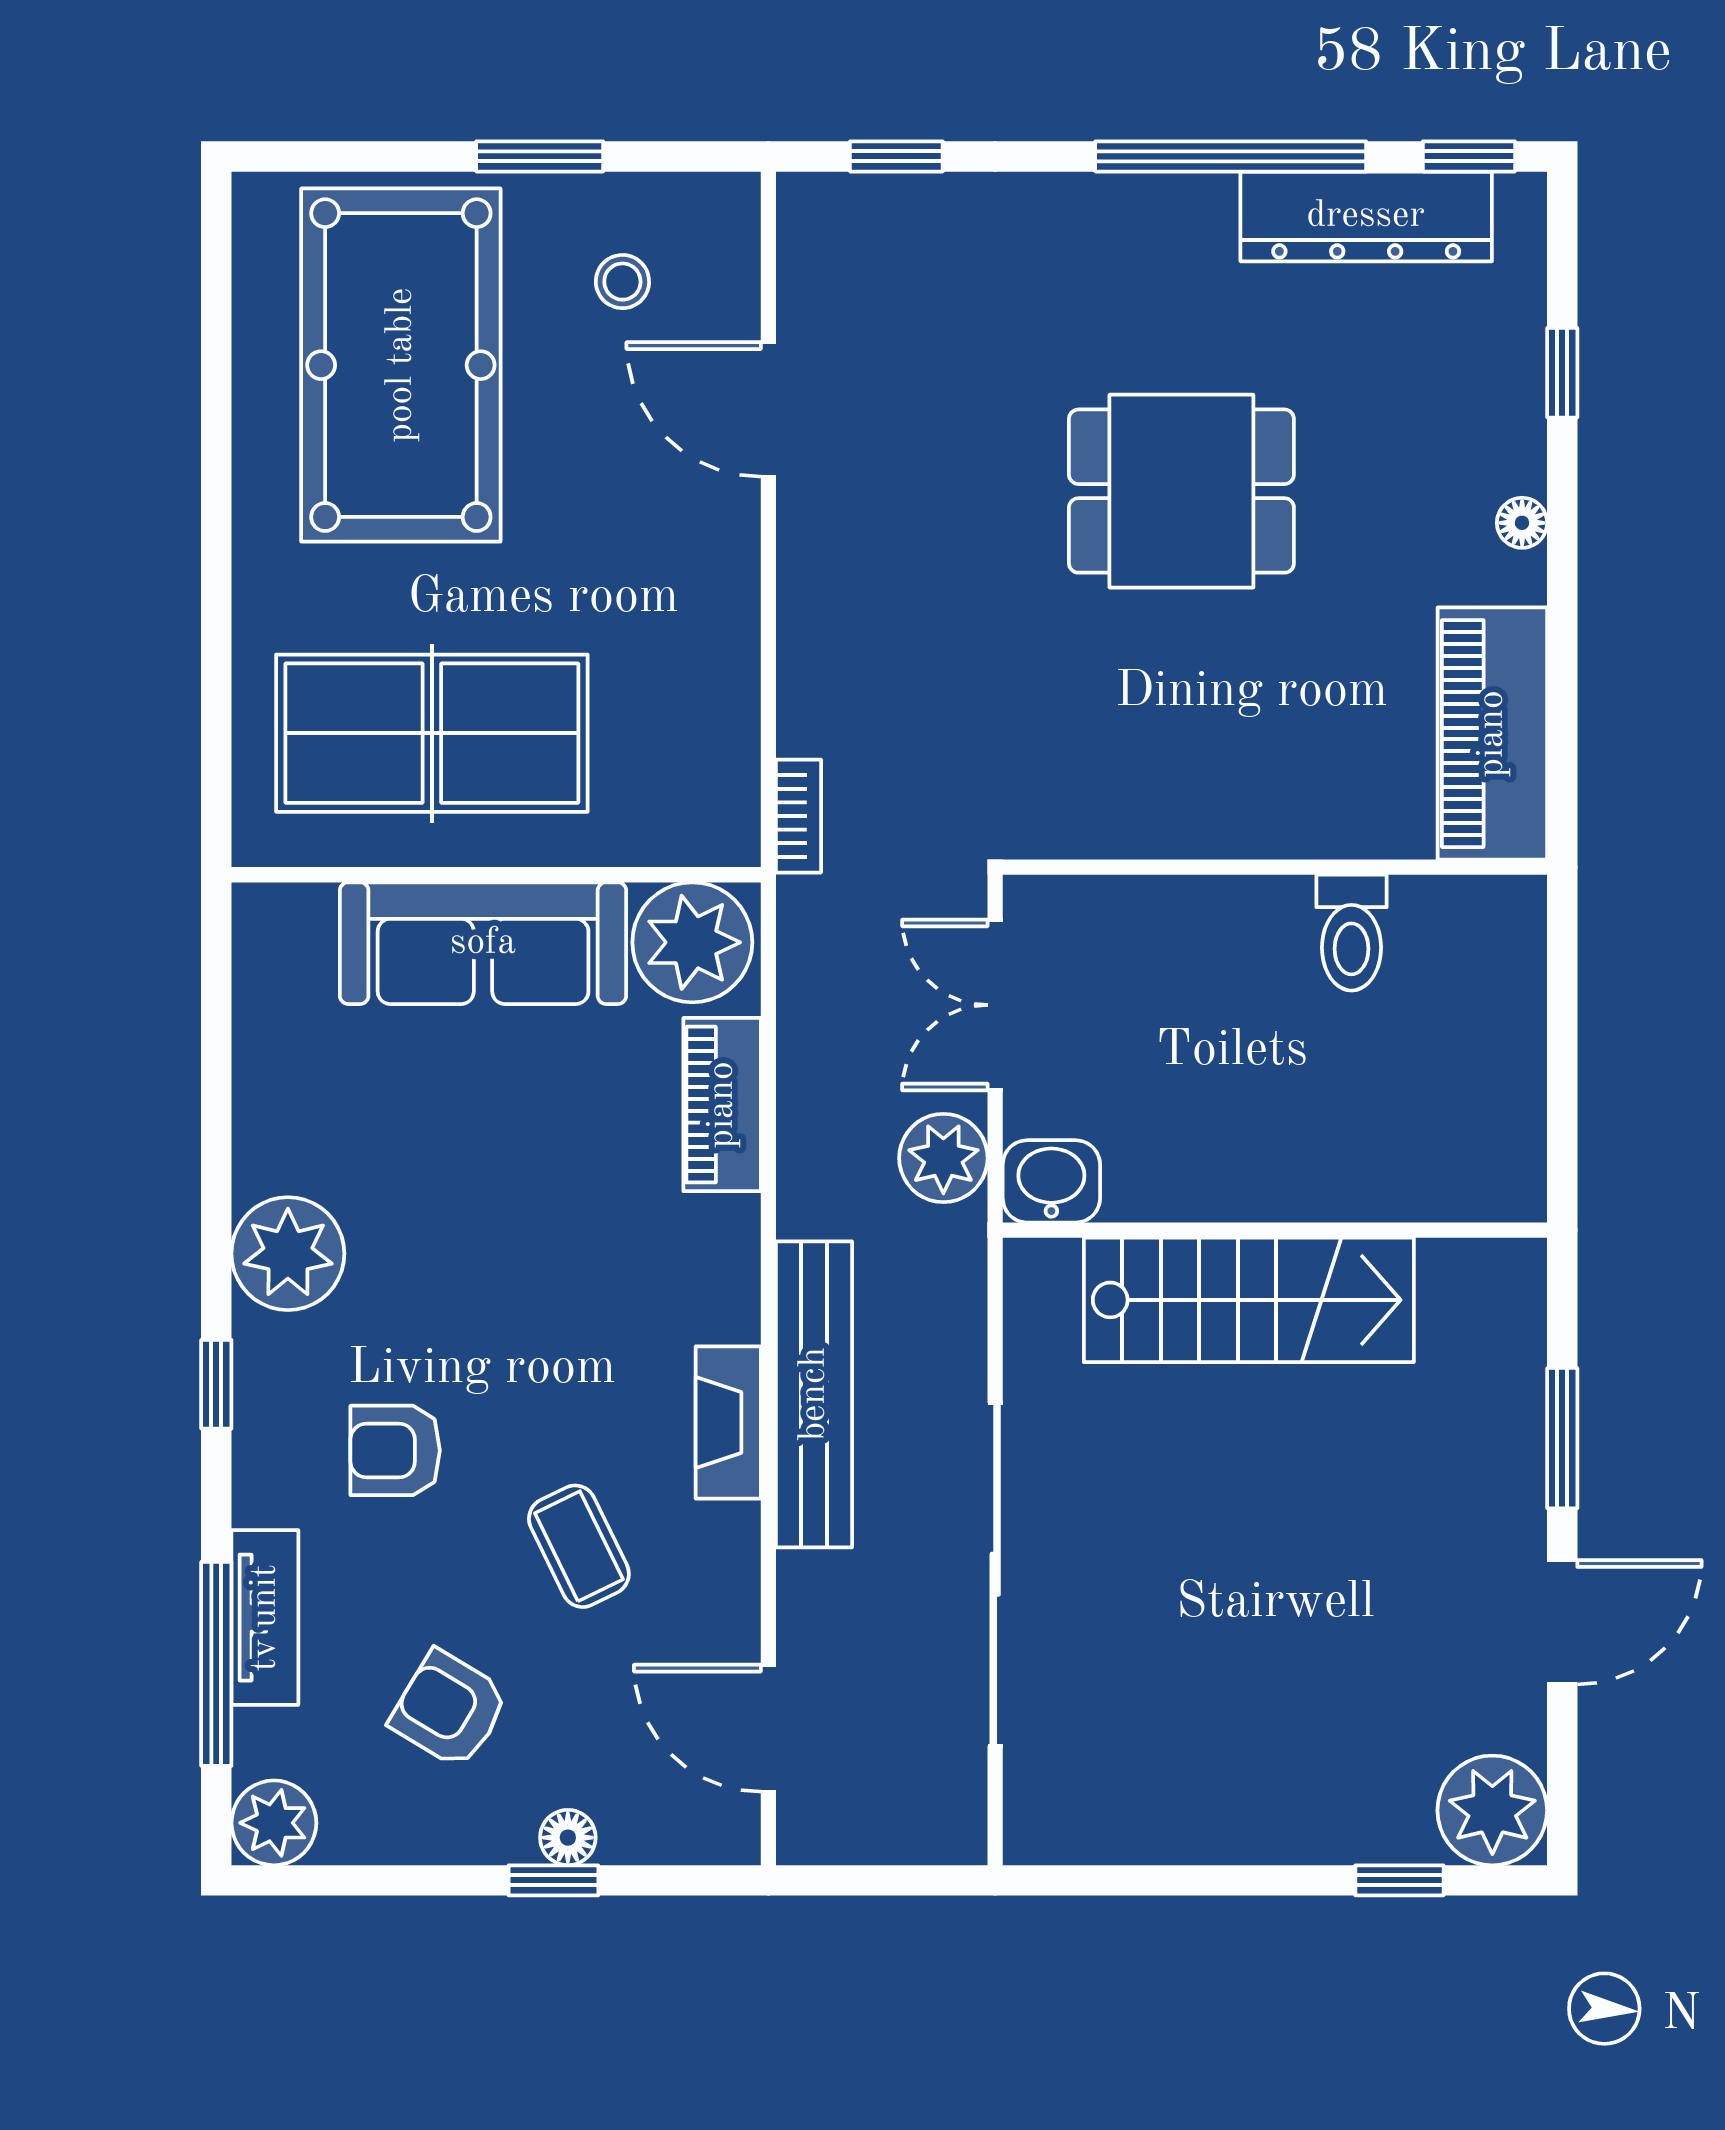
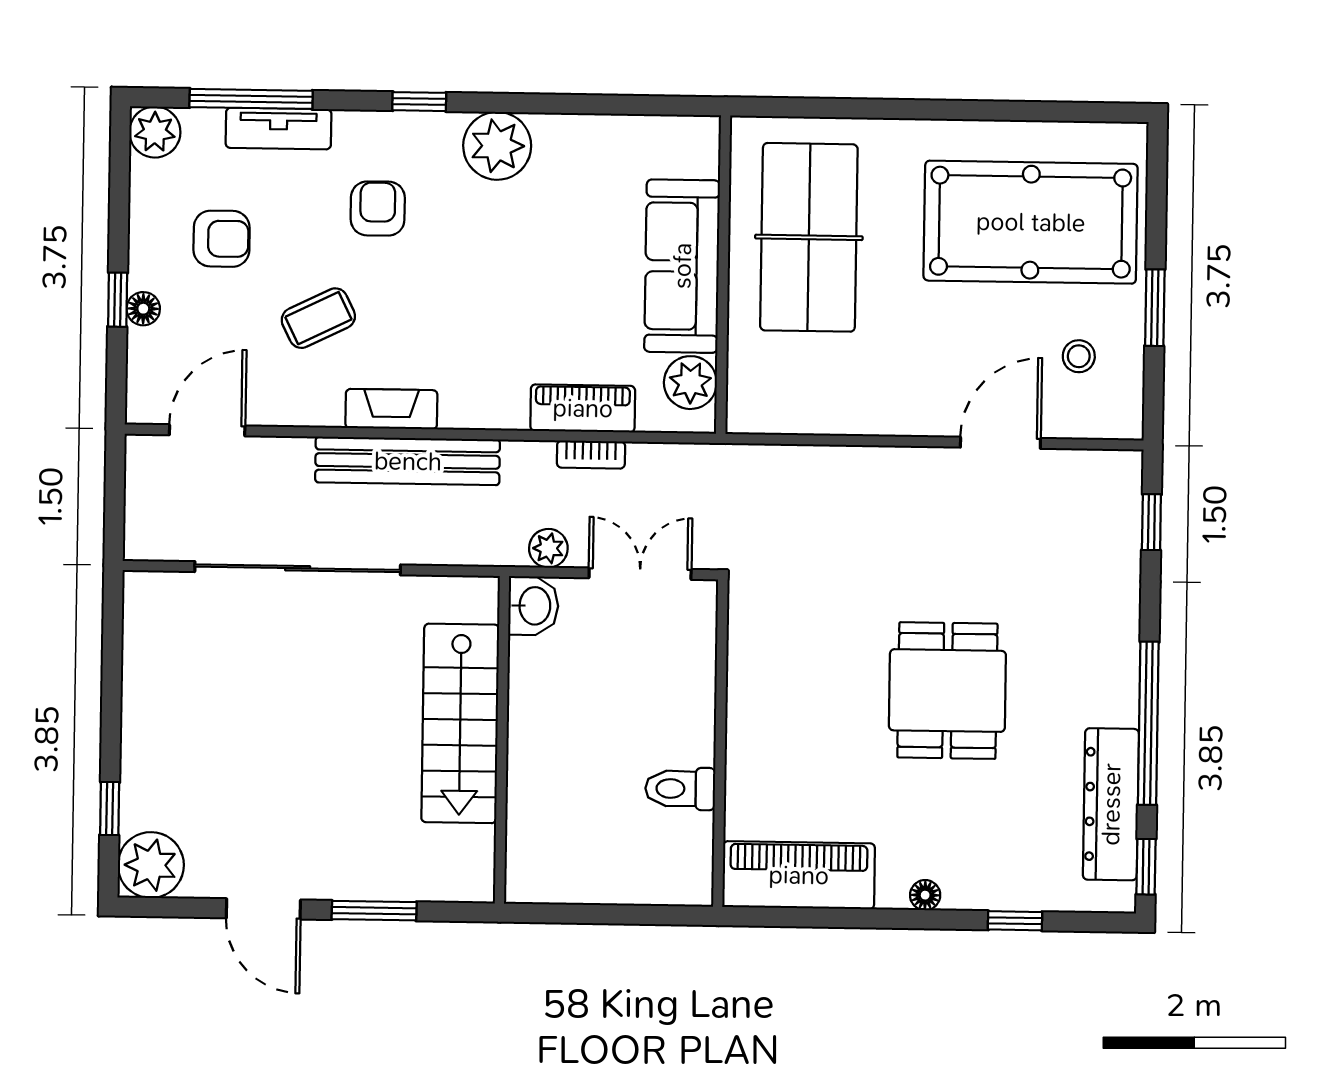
bookcase: (798, 816) -> (591, 455), moved
plant: (692, 942) -> (690, 383), width x0.73, depth x0.73
plant: (943, 1158) -> (548, 548), width x0.73, depth x0.73
armchair: (449, 1709) -> (222, 239), turned 59

